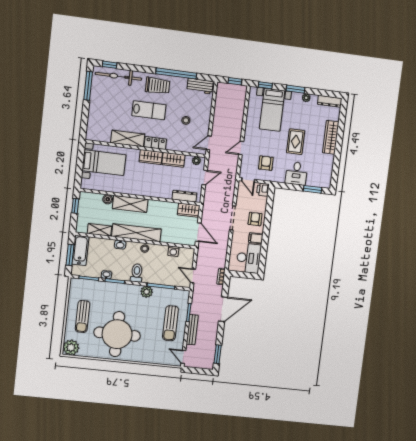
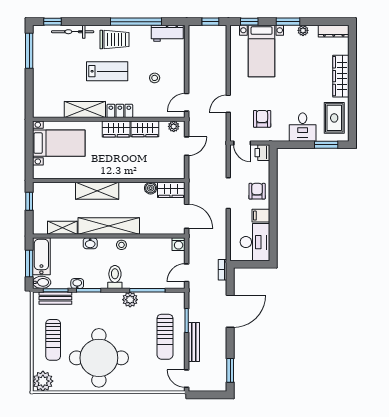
bicycle: (118, 76) -> (73, 32), width x0.73, depth x0.71
rug: (296, 142) -> (334, 118), moved
dresser: (184, 196) -> (164, 173), removed
boiler: (108, 199) -> (151, 188), moved
washing machine: (173, 251) -> (179, 244), moved
bidet: (78, 271) -> (42, 282), added
door: (193, 276) -> (187, 273), hinge flipped
bench: (88, 284) -> (55, 298), added

